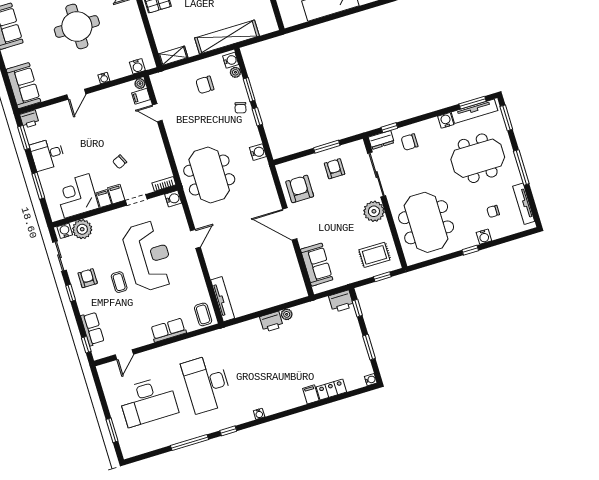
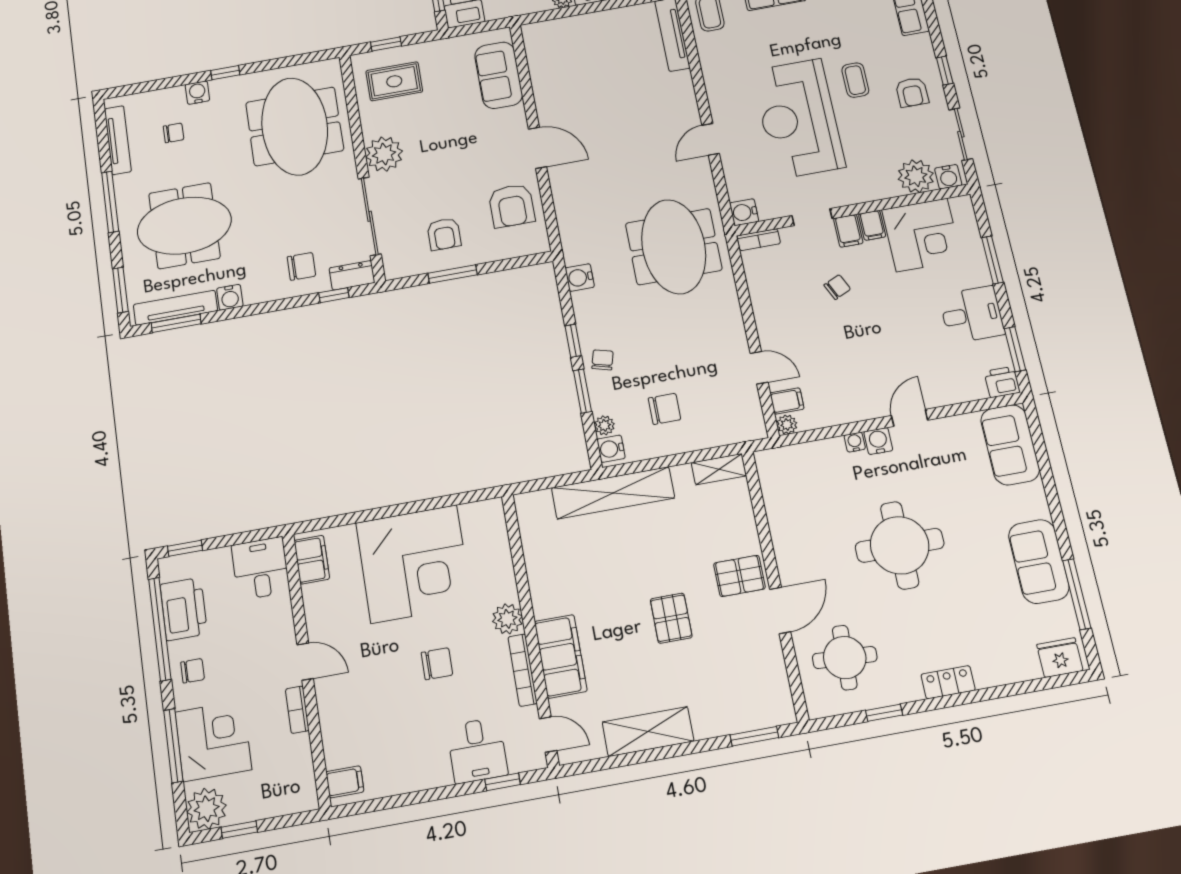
water cooler: (137, 66) -> (878, 441), moved
door: (290, 224) -> (538, 148), width x0.73

